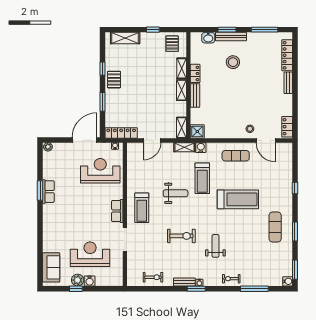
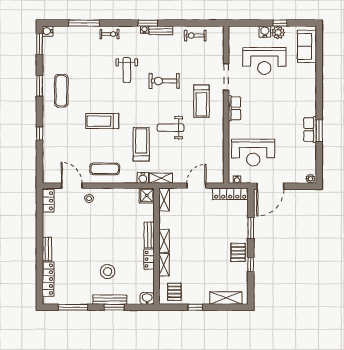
washbasin: (208, 38) -> (147, 298), moved
treadmill: (238, 199) -> (102, 121), width x0.73, depth x0.73
treadmill: (142, 208) -> (201, 101), moved, turned 180

